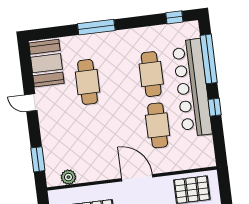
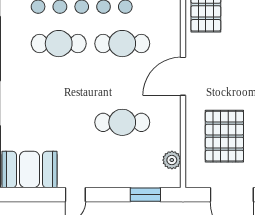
cafe table: (88, 82) -> (122, 122), moved

